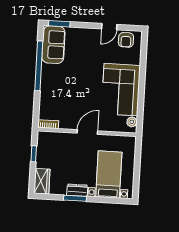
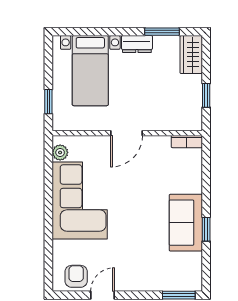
sofa: (53, 45) -> (186, 223), moved
window: (39, 66) -> (206, 229), width x0.32
window: (138, 156) -> (48, 102), added
window: (75, 198) -> (162, 32), moved

